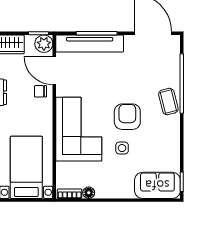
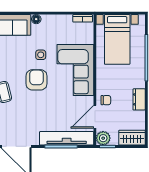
door: (54, 71) -> (95, 117), swing flipped
armchair: (127, 117) -> (36, 80), turned 180
floor lamp: (89, 193) -> (36, 19), moved

